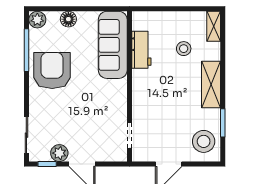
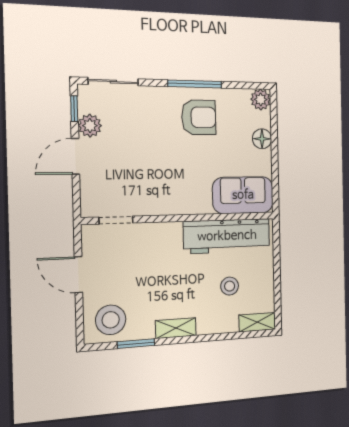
sofa: (113, 45) -> (243, 195), width x0.73
window: (26, 50) -> (195, 84), moved
workbench: (141, 50) -> (227, 236), width x1.88, depth x1.32
armchair: (52, 70) -> (199, 117), width x0.73, depth x0.73
shelving: (211, 84) -> (176, 328), width x0.67, depth x0.75

